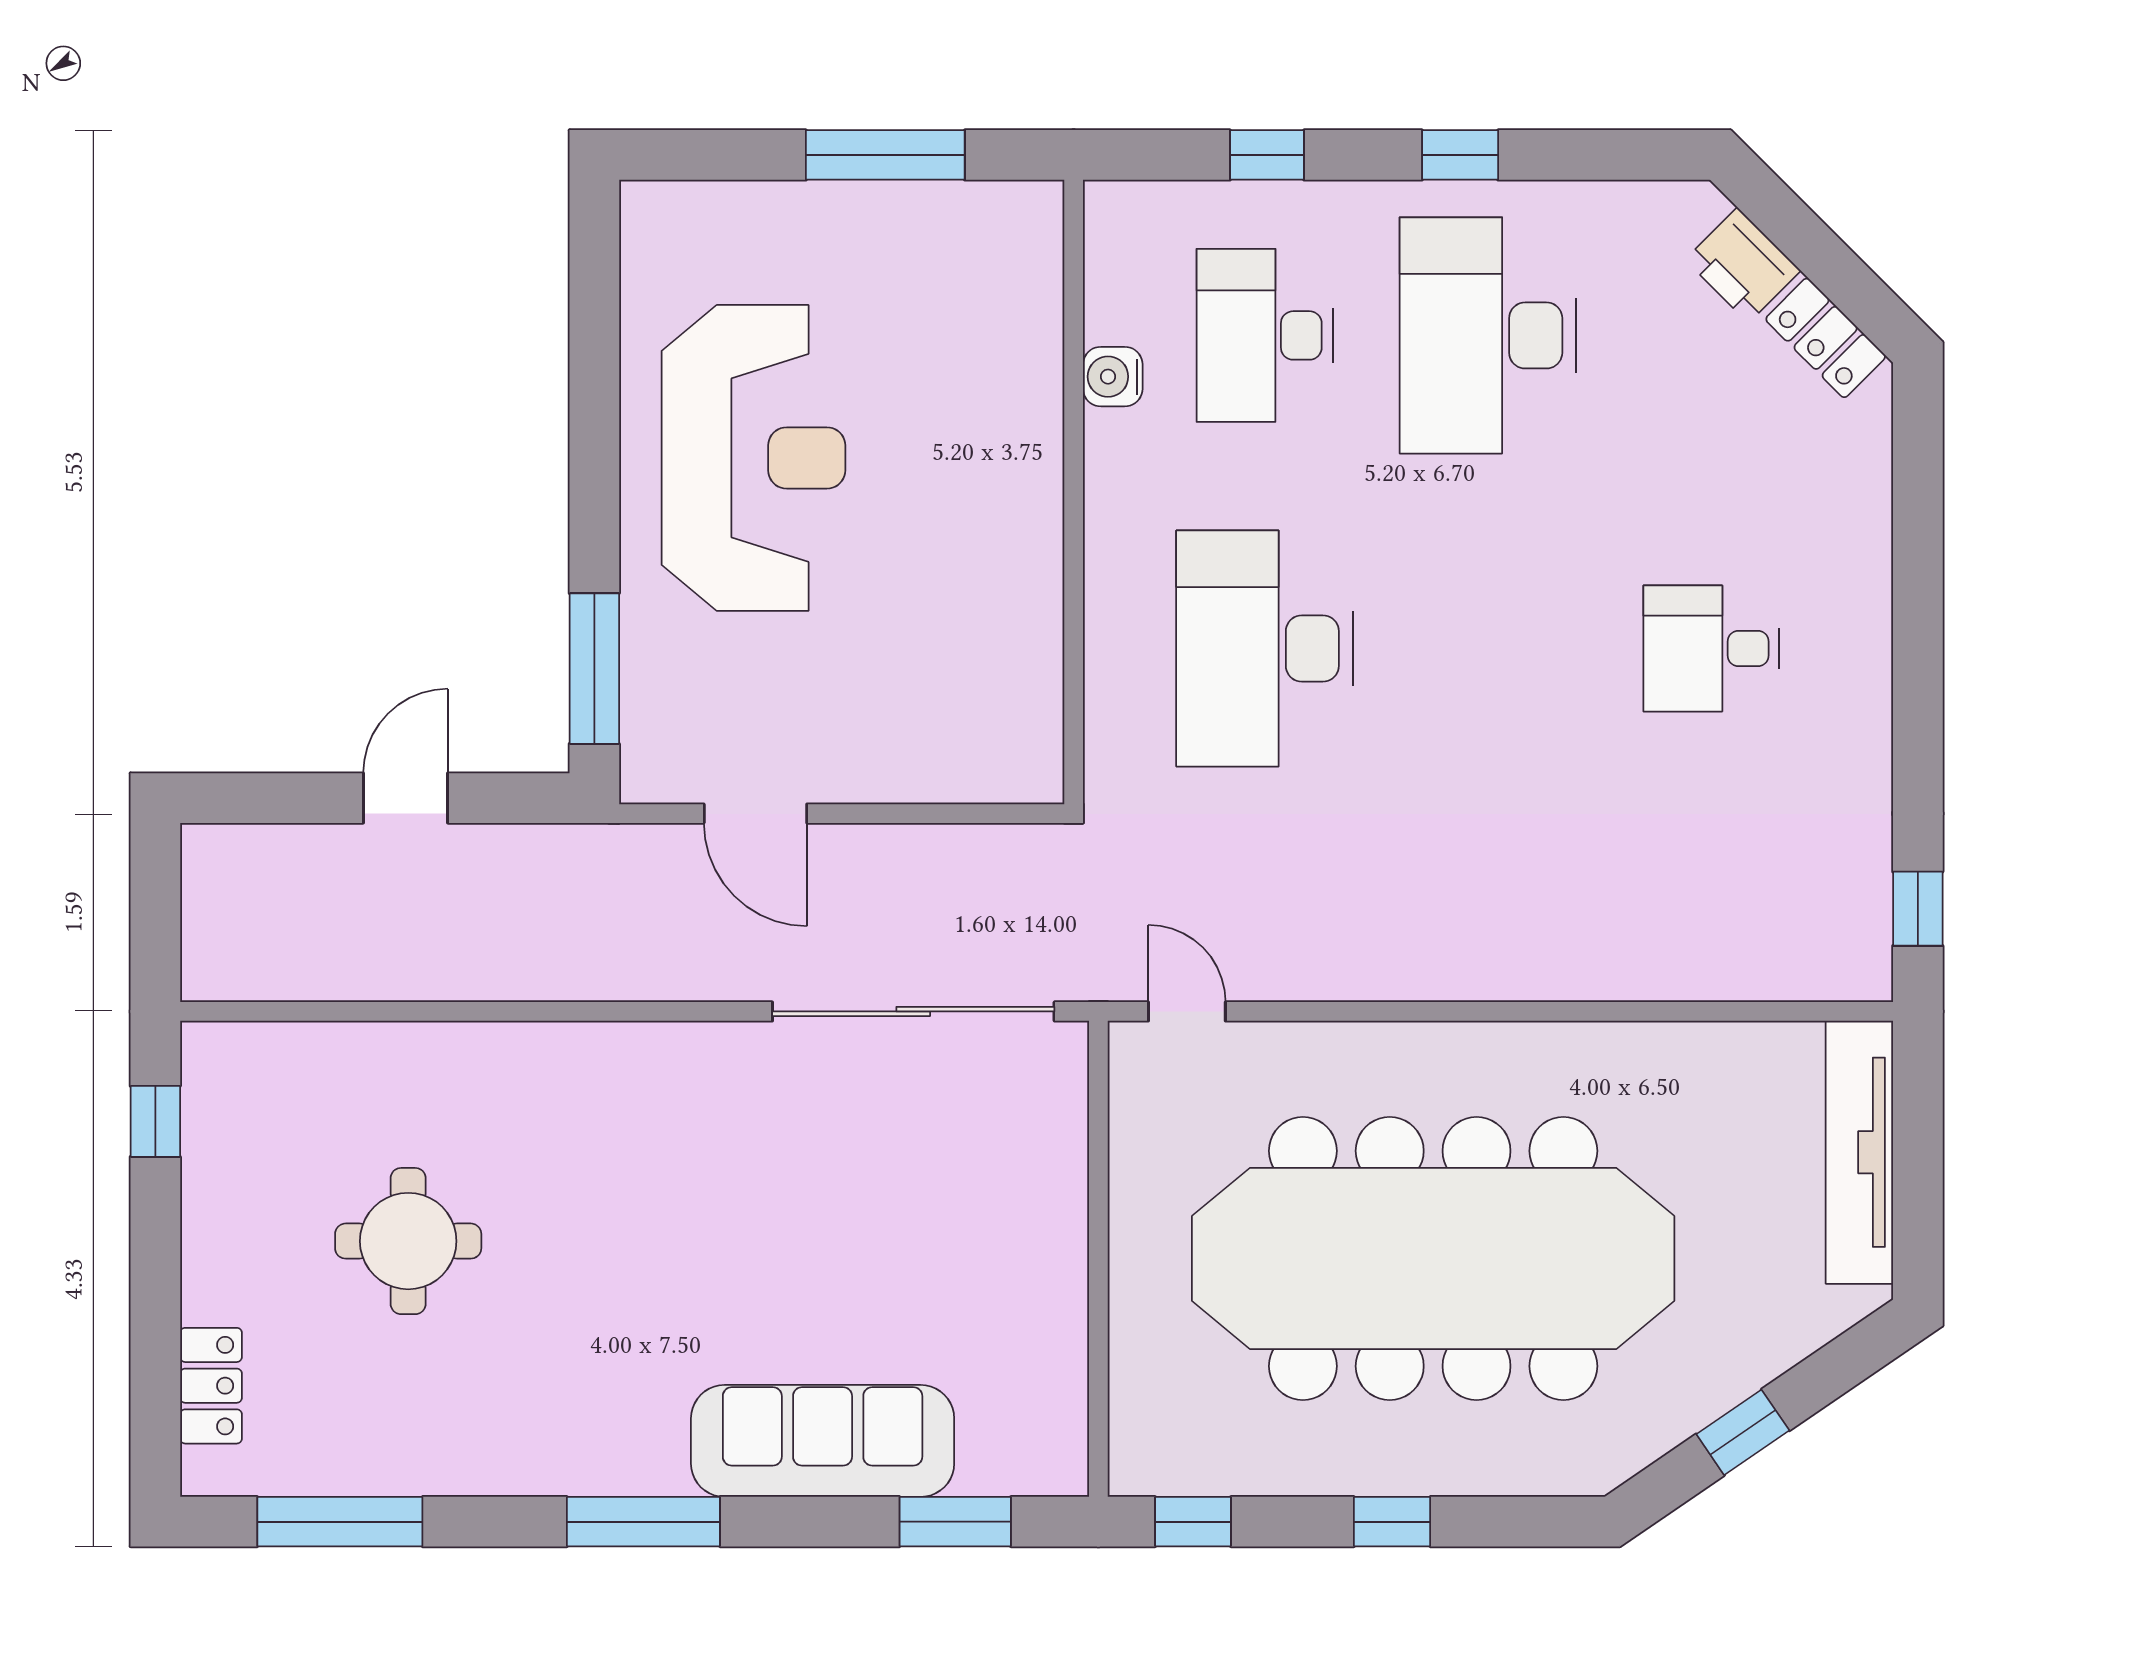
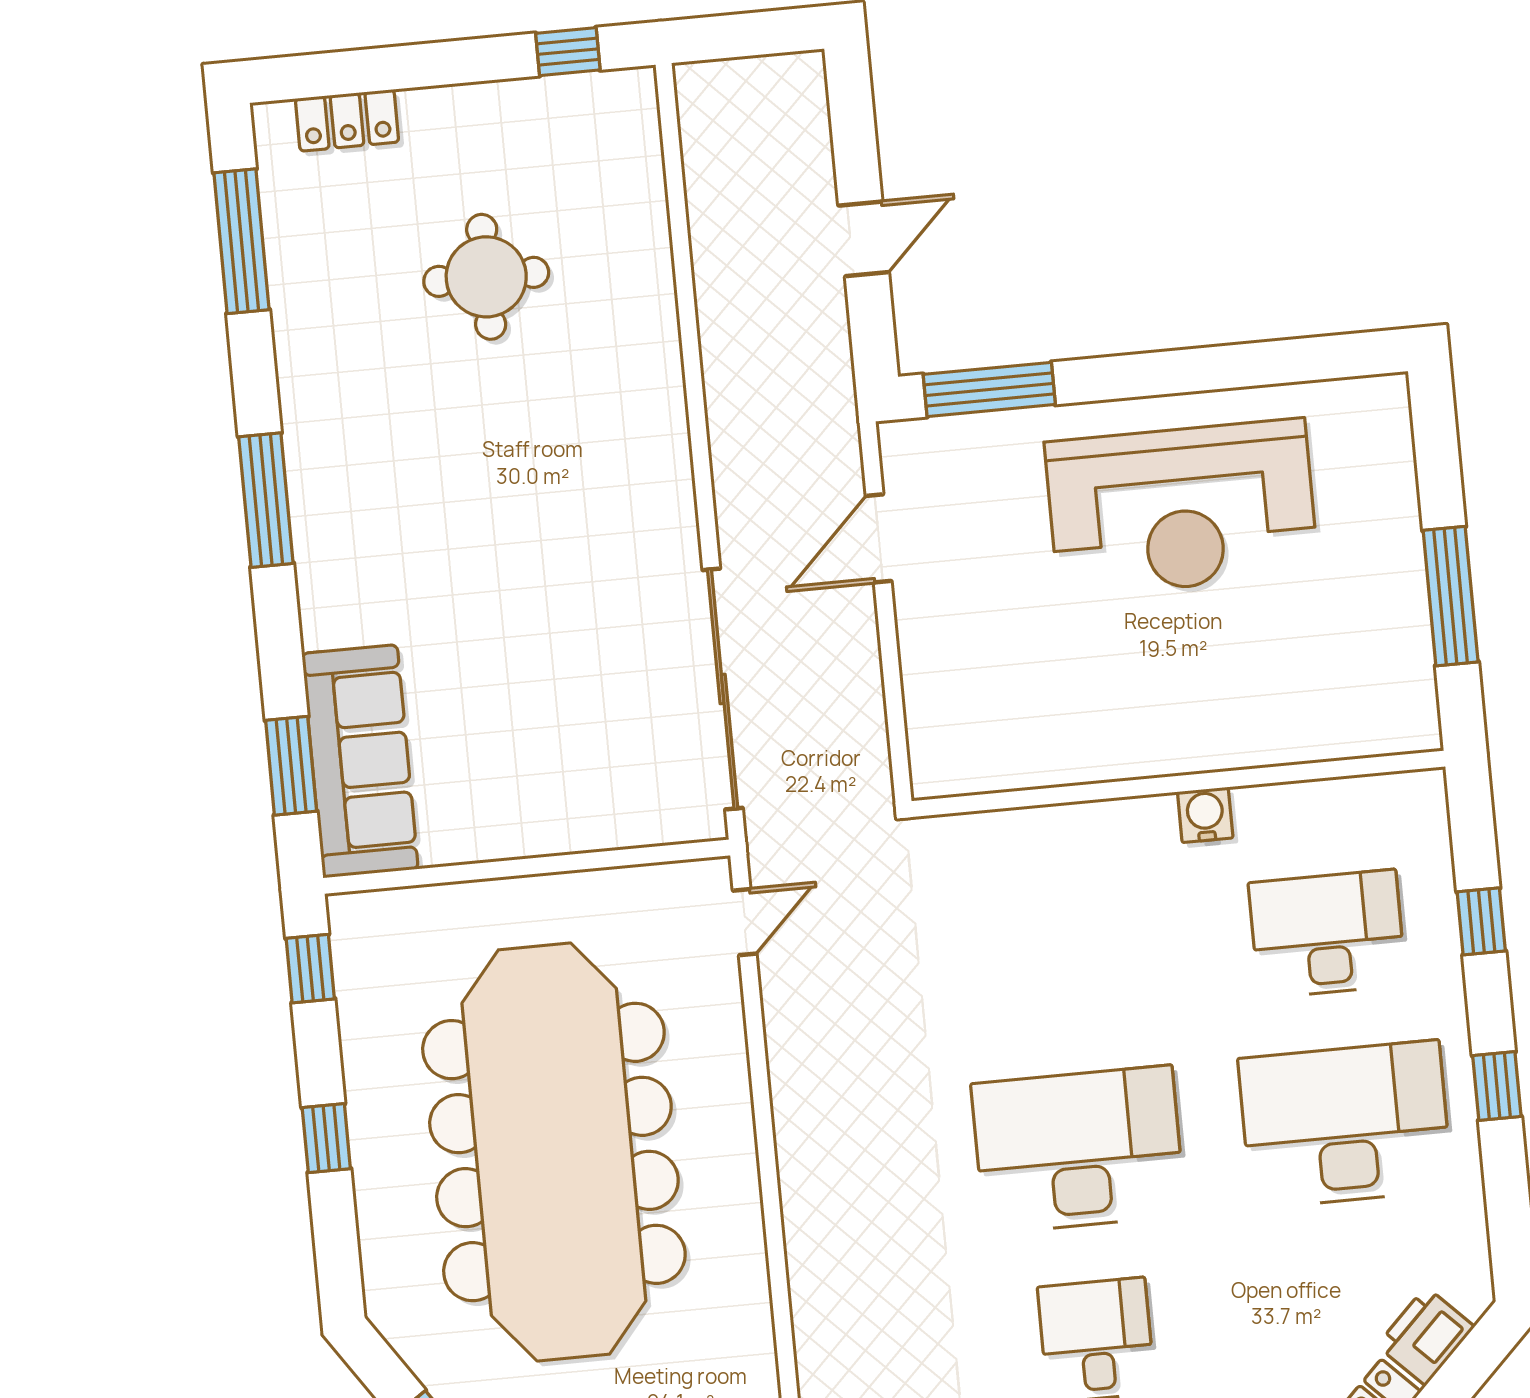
water cooler: (1113, 377) -> (1205, 815), moved
desk: (1265, 648) -> (1078, 1150), moved
door: (406, 798) -> (864, 239), hinge flipped
sofa: (823, 1441) -> (360, 761), moved

